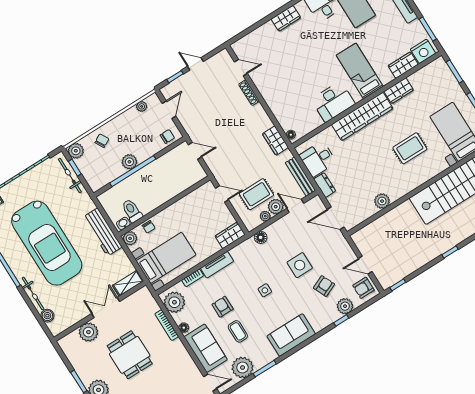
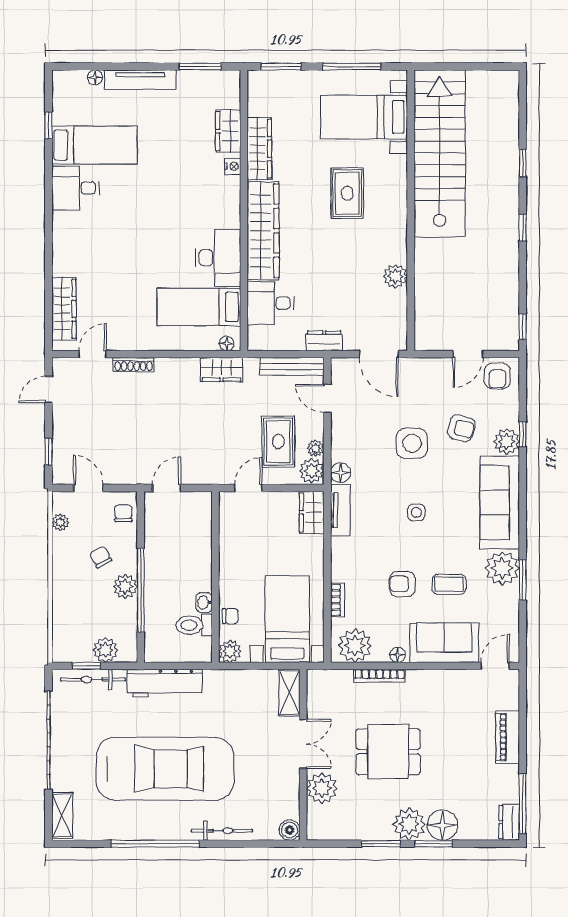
wardrobe: (286, 18) -> (64, 309), moved, width x1.50
nightstand: (423, 51) -> (233, 166), moved, width x0.53, depth x0.56
door: (195, 64) -> (48, 389), moved
bed: (360, 71) -> (199, 307), moved
wardrobe: (399, 91) -> (259, 149), width x1.50
chair: (102, 141) -> (101, 557), moved
plant: (76, 151) -> (105, 650), moved
desk: (318, 159) -> (270, 303), moved, turned 90
door: (295, 206) -> (327, 398), hinge flipped
plant: (276, 207) -> (312, 471), moved
door: (336, 218) -> (379, 354), hinge flipped
washbasin: (123, 224) -> (204, 603), moved
workbench: (103, 232) -> (165, 683), moved
tv unit: (217, 265) -> (340, 510), moved
armchair: (324, 286) -> (461, 428), turned 129
plant: (345, 306) -> (507, 441), moved
double door: (106, 307) -> (303, 744), swing flipped
boiler: (47, 316) -> (290, 830), moved
sofa: (291, 335) -> (500, 503), width x1.36
plant: (243, 367) -> (502, 568), moved

